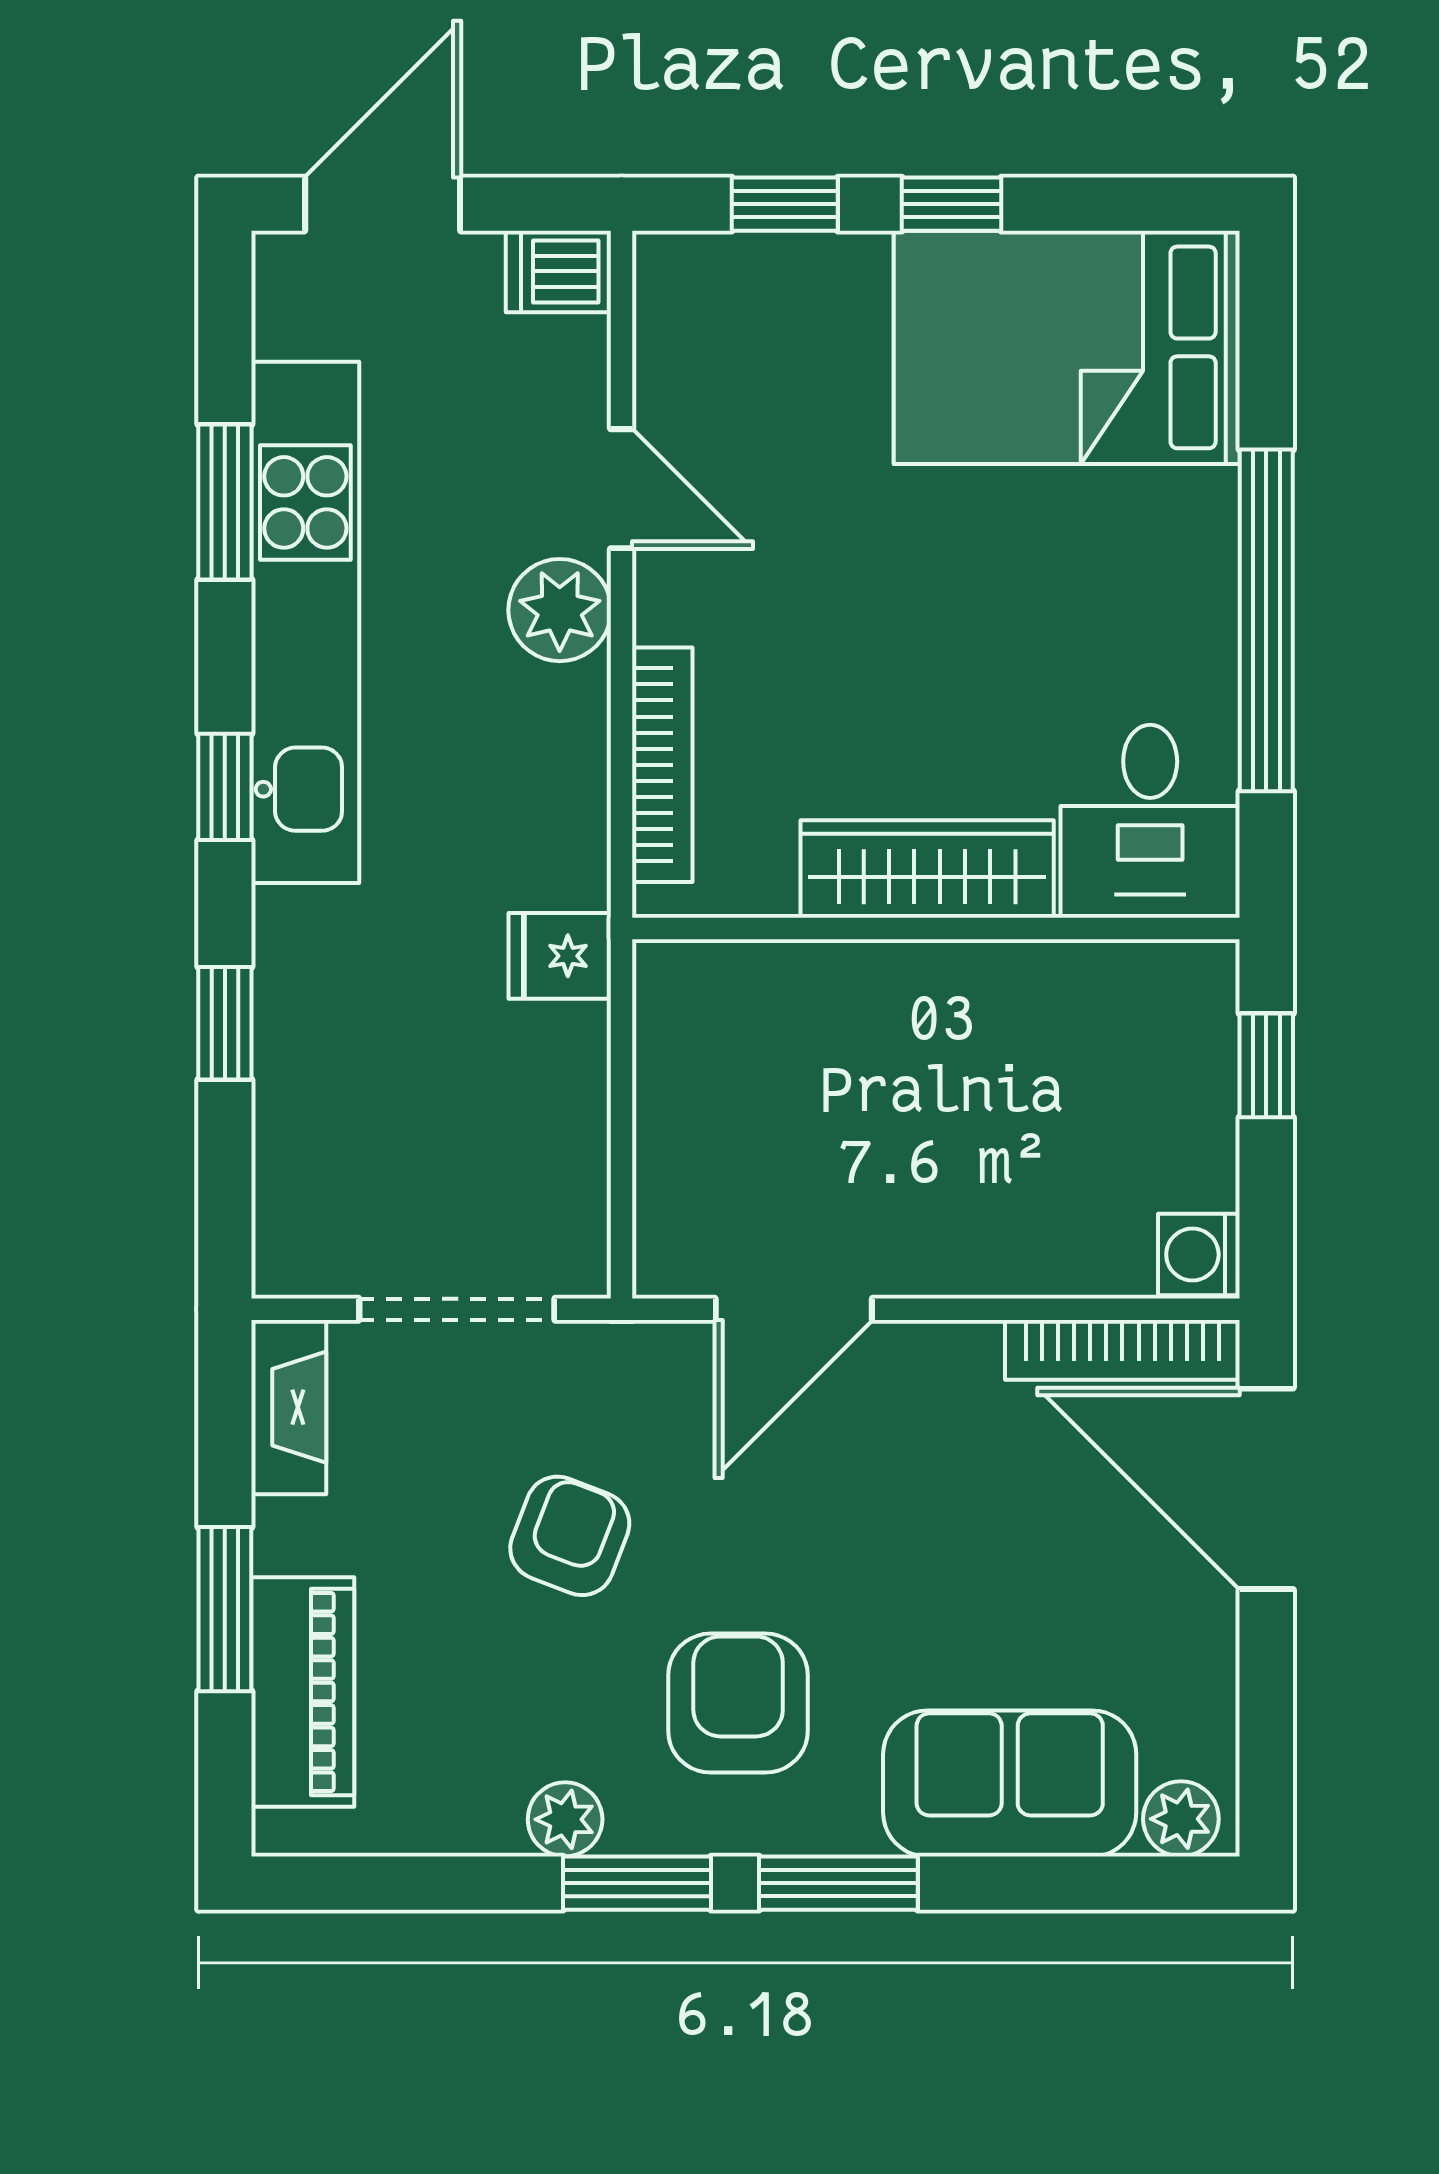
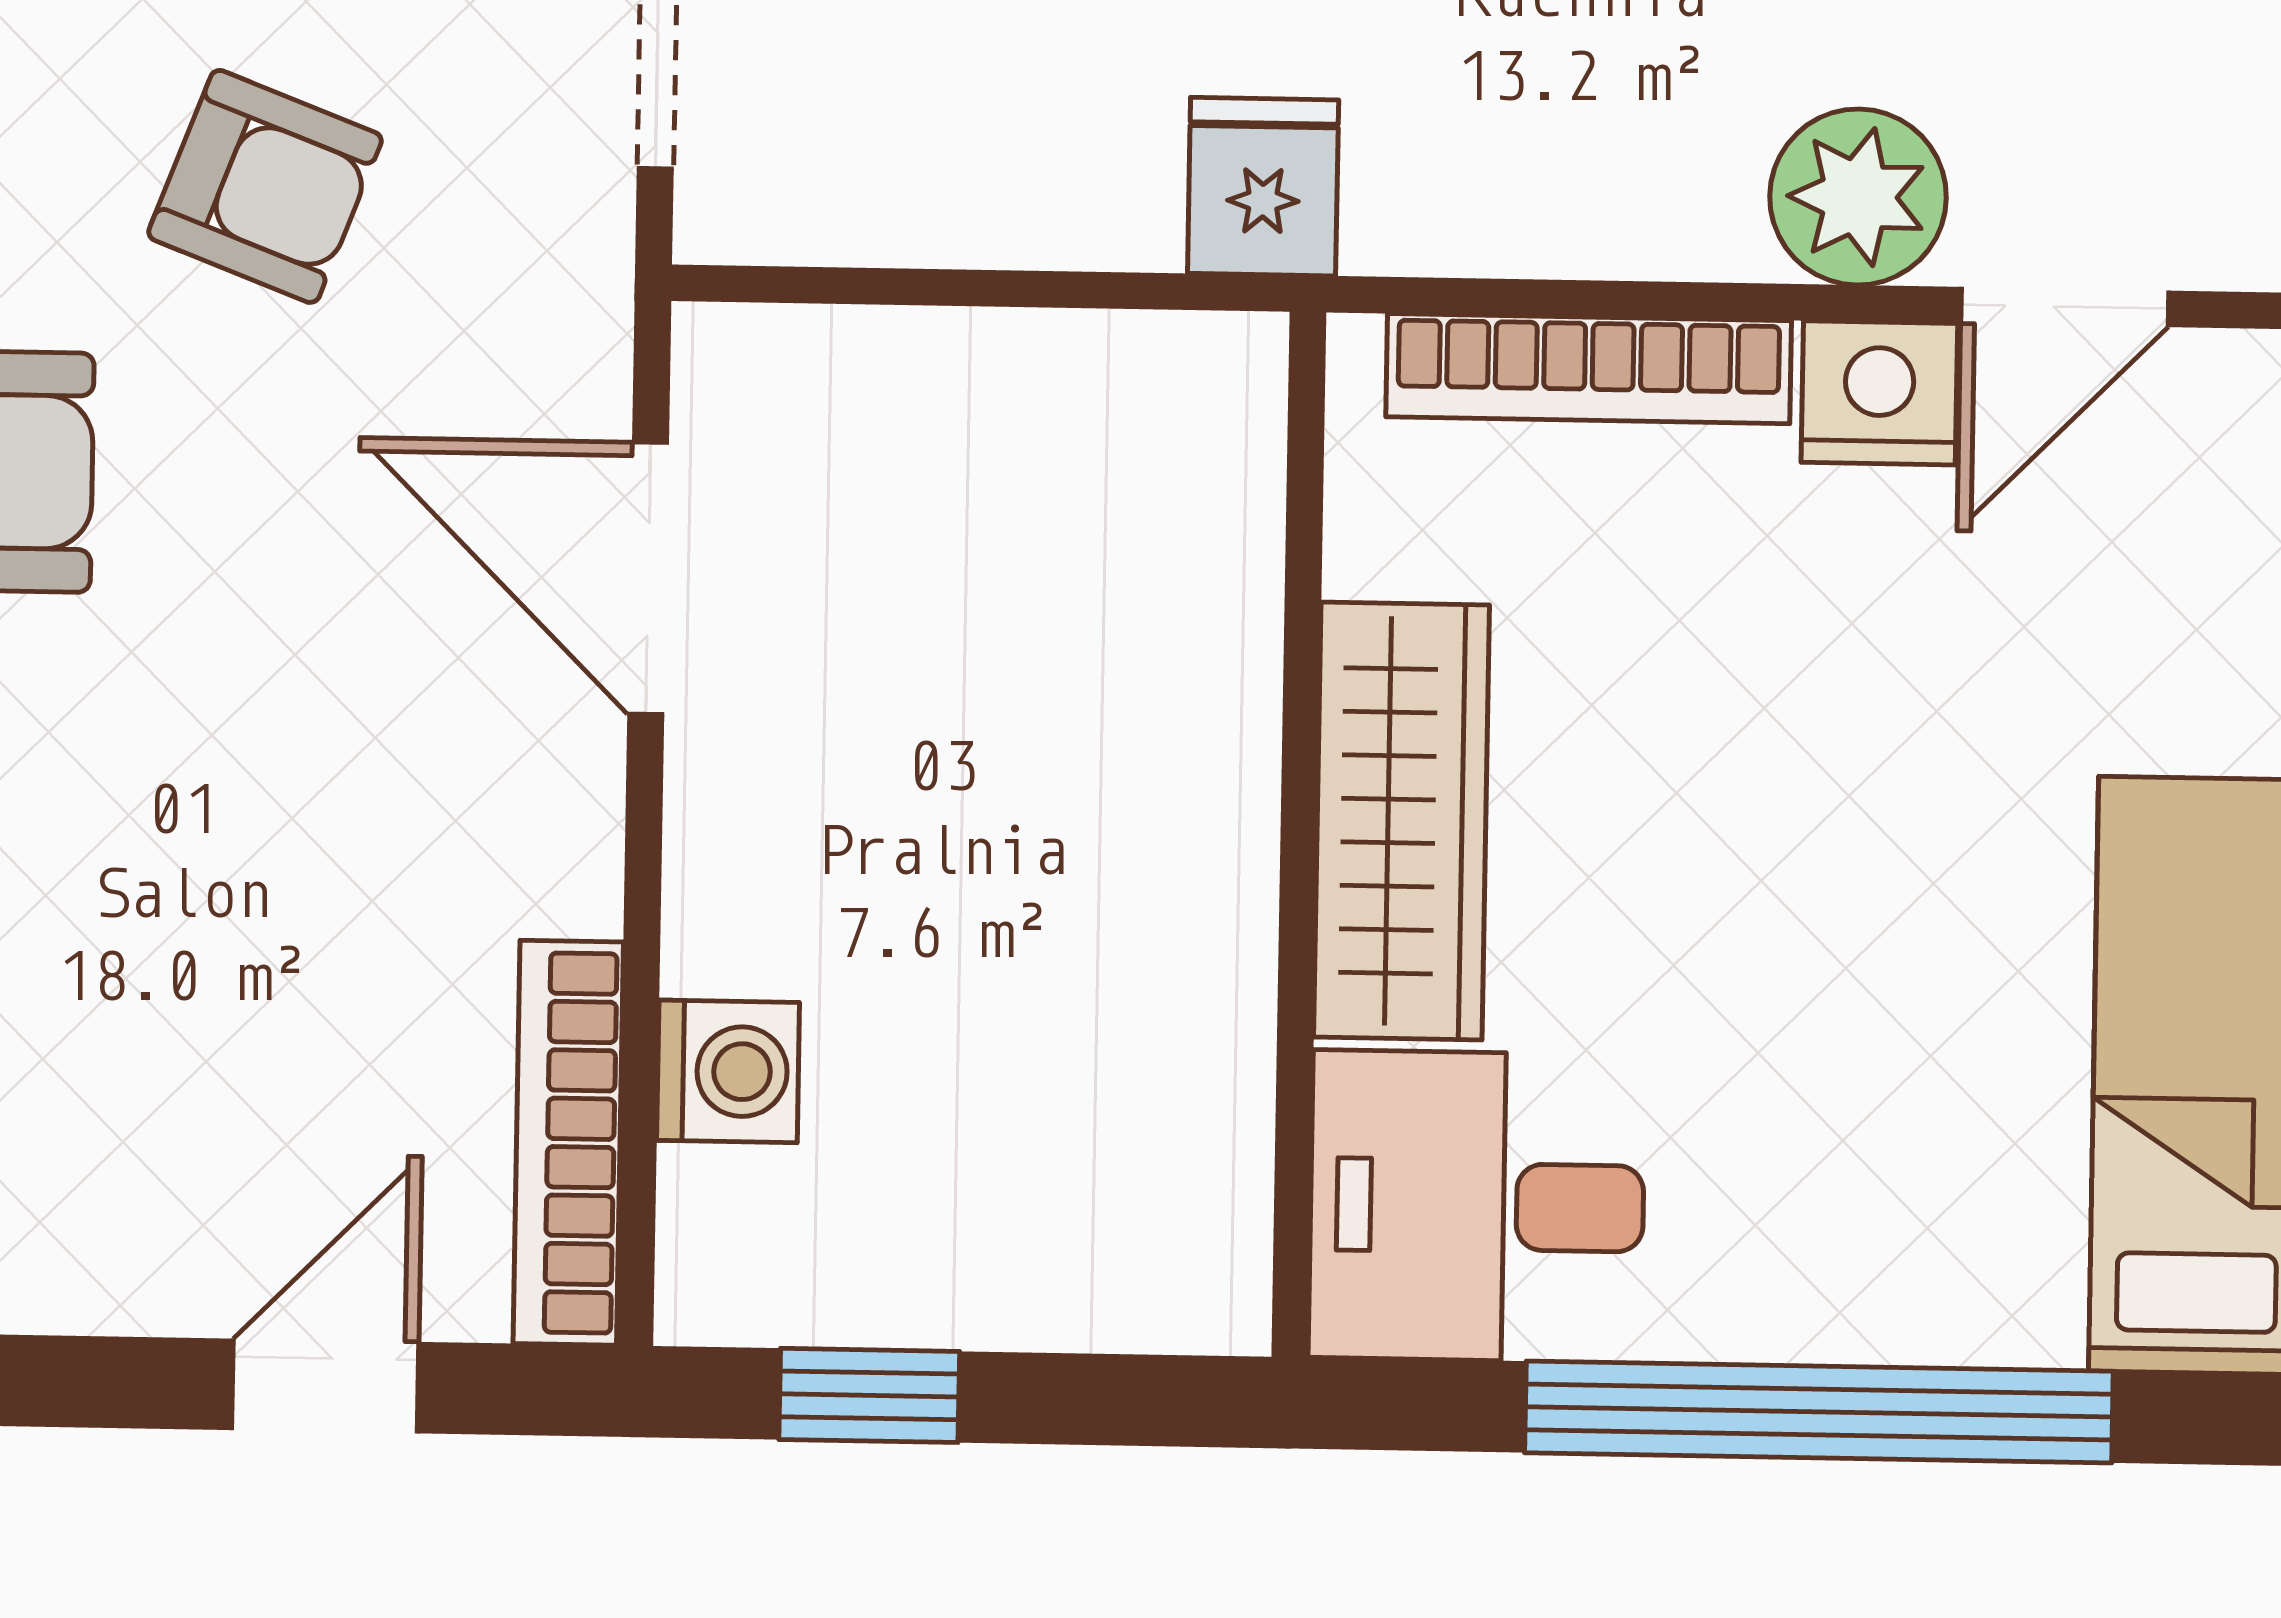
nightstand: (673, 596) -> (1879, 393), added
window: (1266, 1065) -> (869, 1395), moved
washing machine: (1199, 1255) -> (728, 1071), moved, turned 90
door: (1266, 1489) -> (325, 1386), width x0.53

